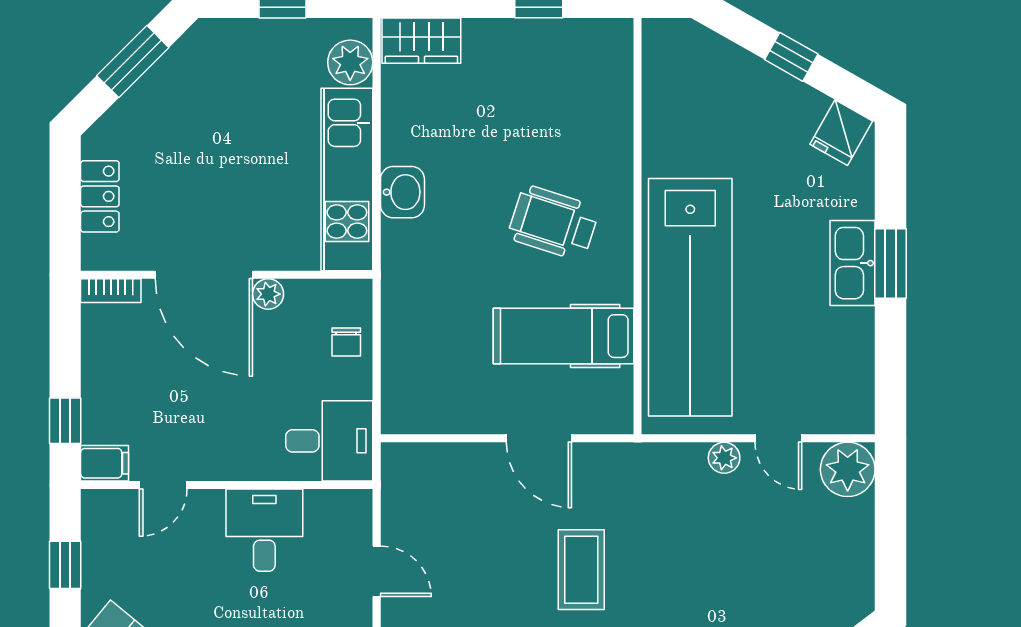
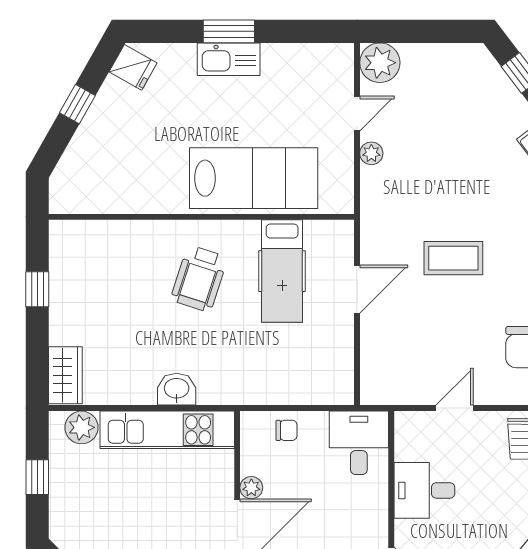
lab bench: (690, 297) -> (254, 178), width x0.73

